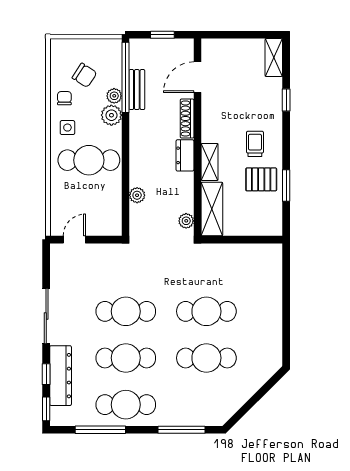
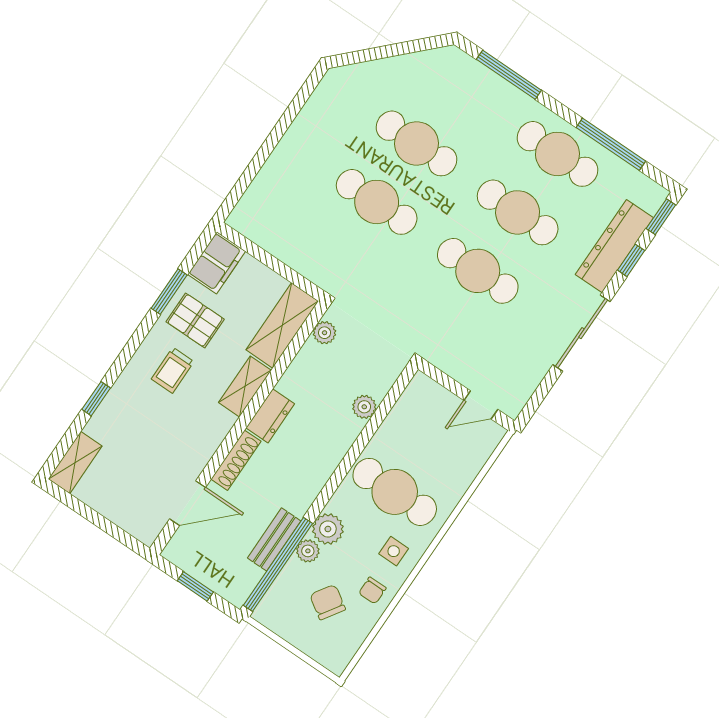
filing cabinet: (271, 219) -> (217, 263), added

